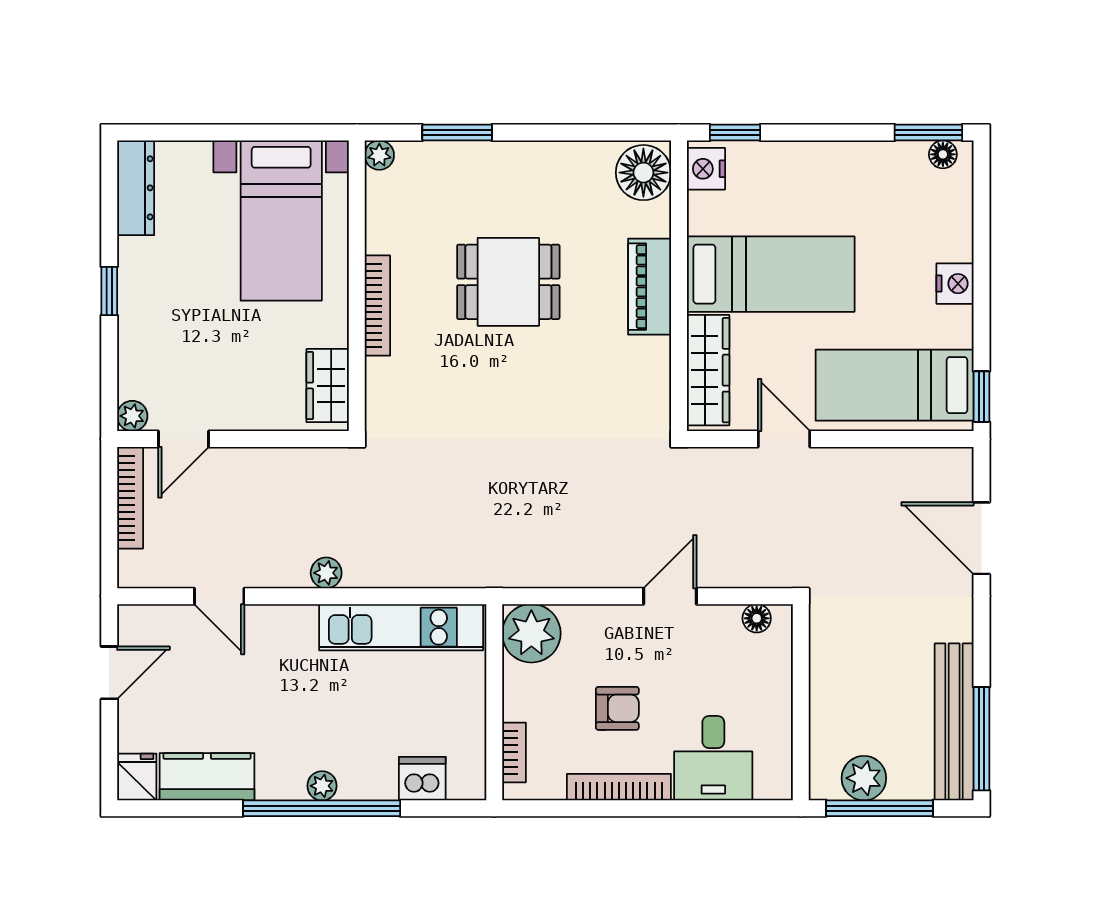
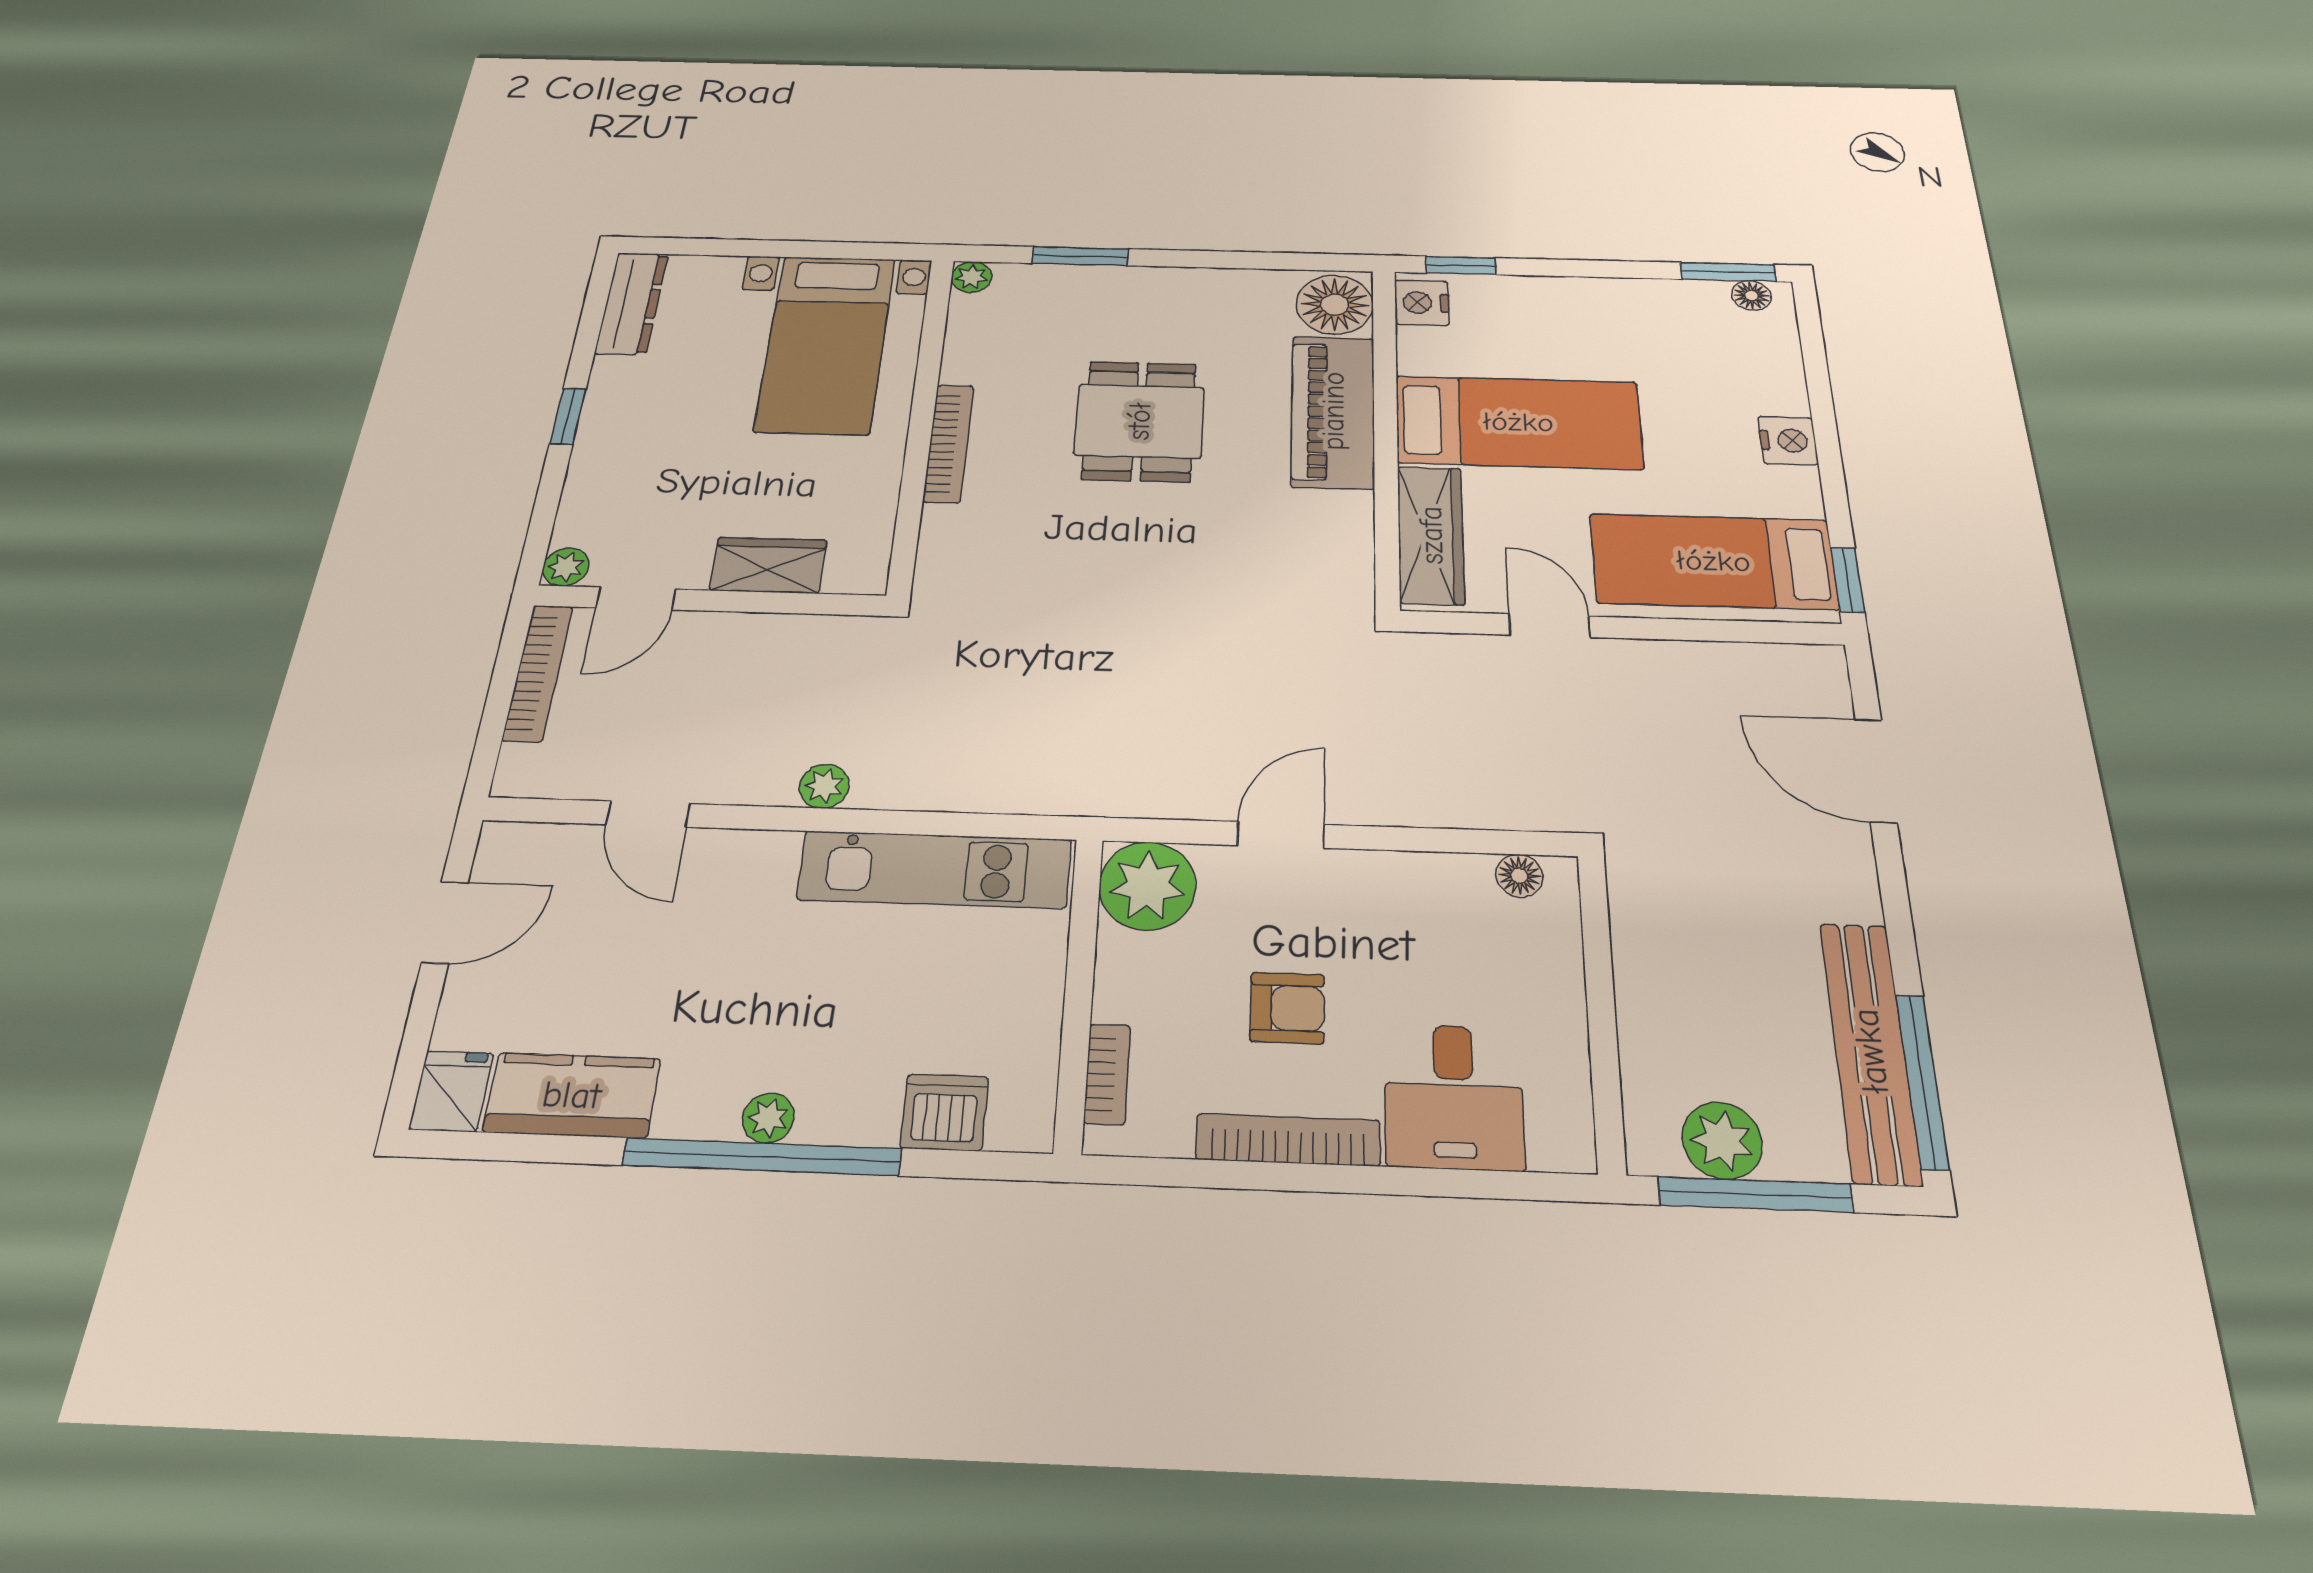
dining table: (508, 282) -> (1139, 421), turned 90
piano: (650, 287) -> (1333, 411), width x1.37, depth x1.33
wardrobe: (328, 386) -> (768, 565), moved, turned 90
door: (670, 596) -> (1281, 835), moved

